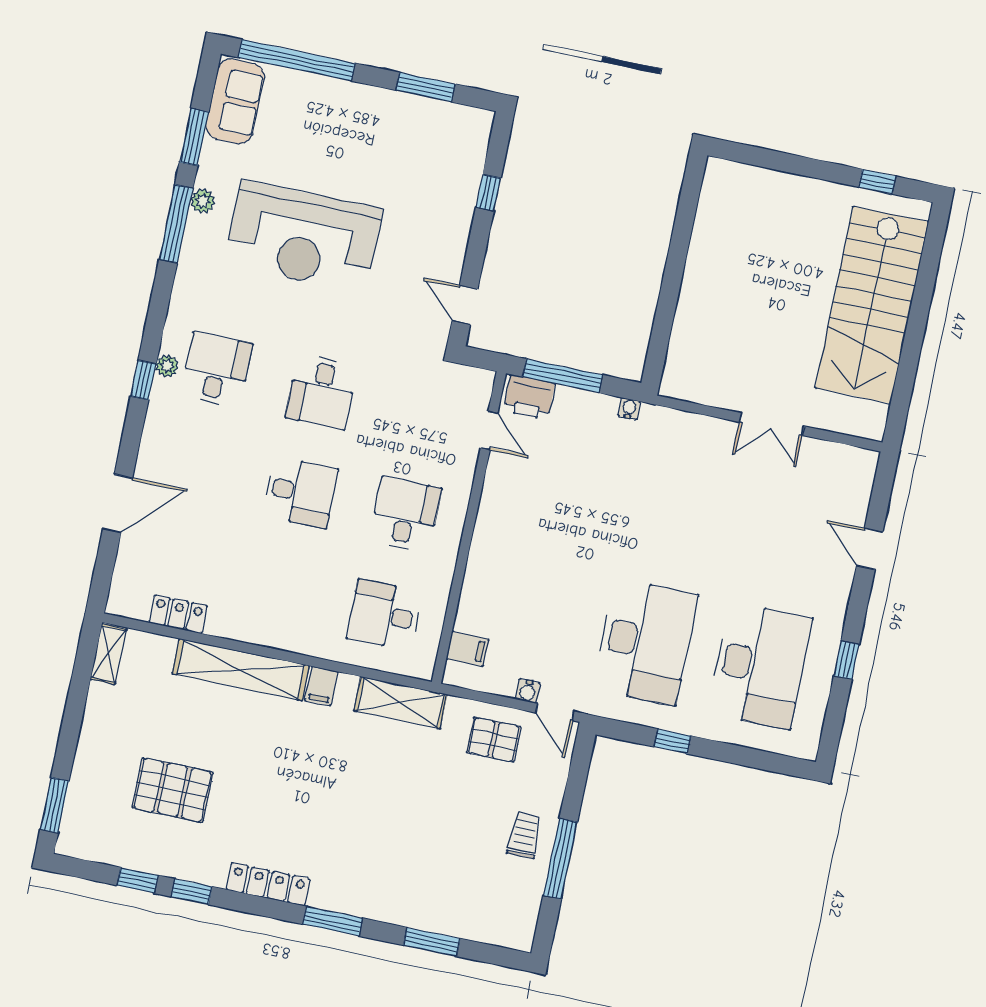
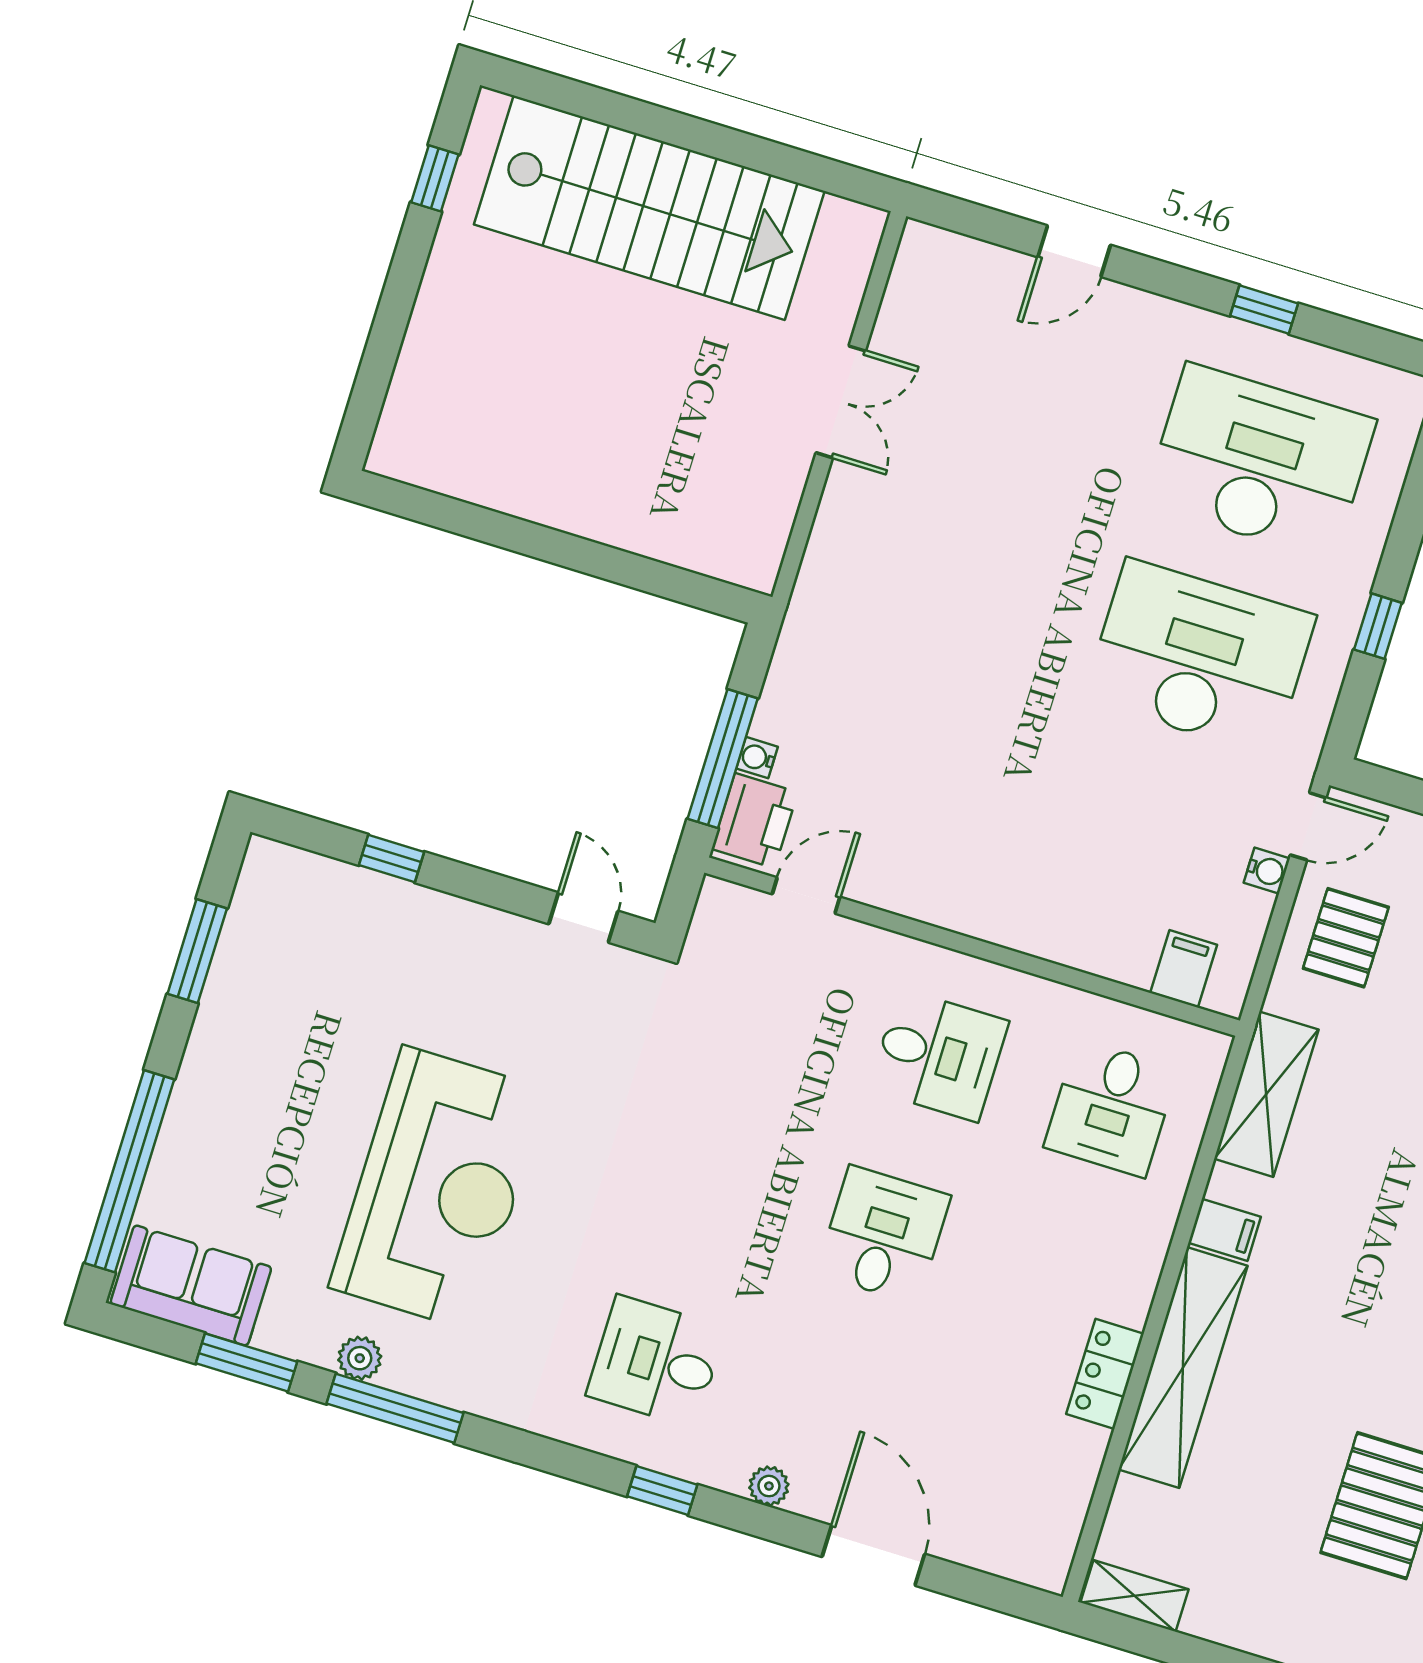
door: (465, 305) -> (583, 918), swing flipped
plant: (167, 366) -> (769, 1486), moved
desk: (321, 392) -> (711, 1182), removed
water cooler: (629, 409) -> (757, 758), moved
desk: (405, 514) -> (939, 1055), turned 180
locker: (178, 614) -> (1105, 1374), moved

